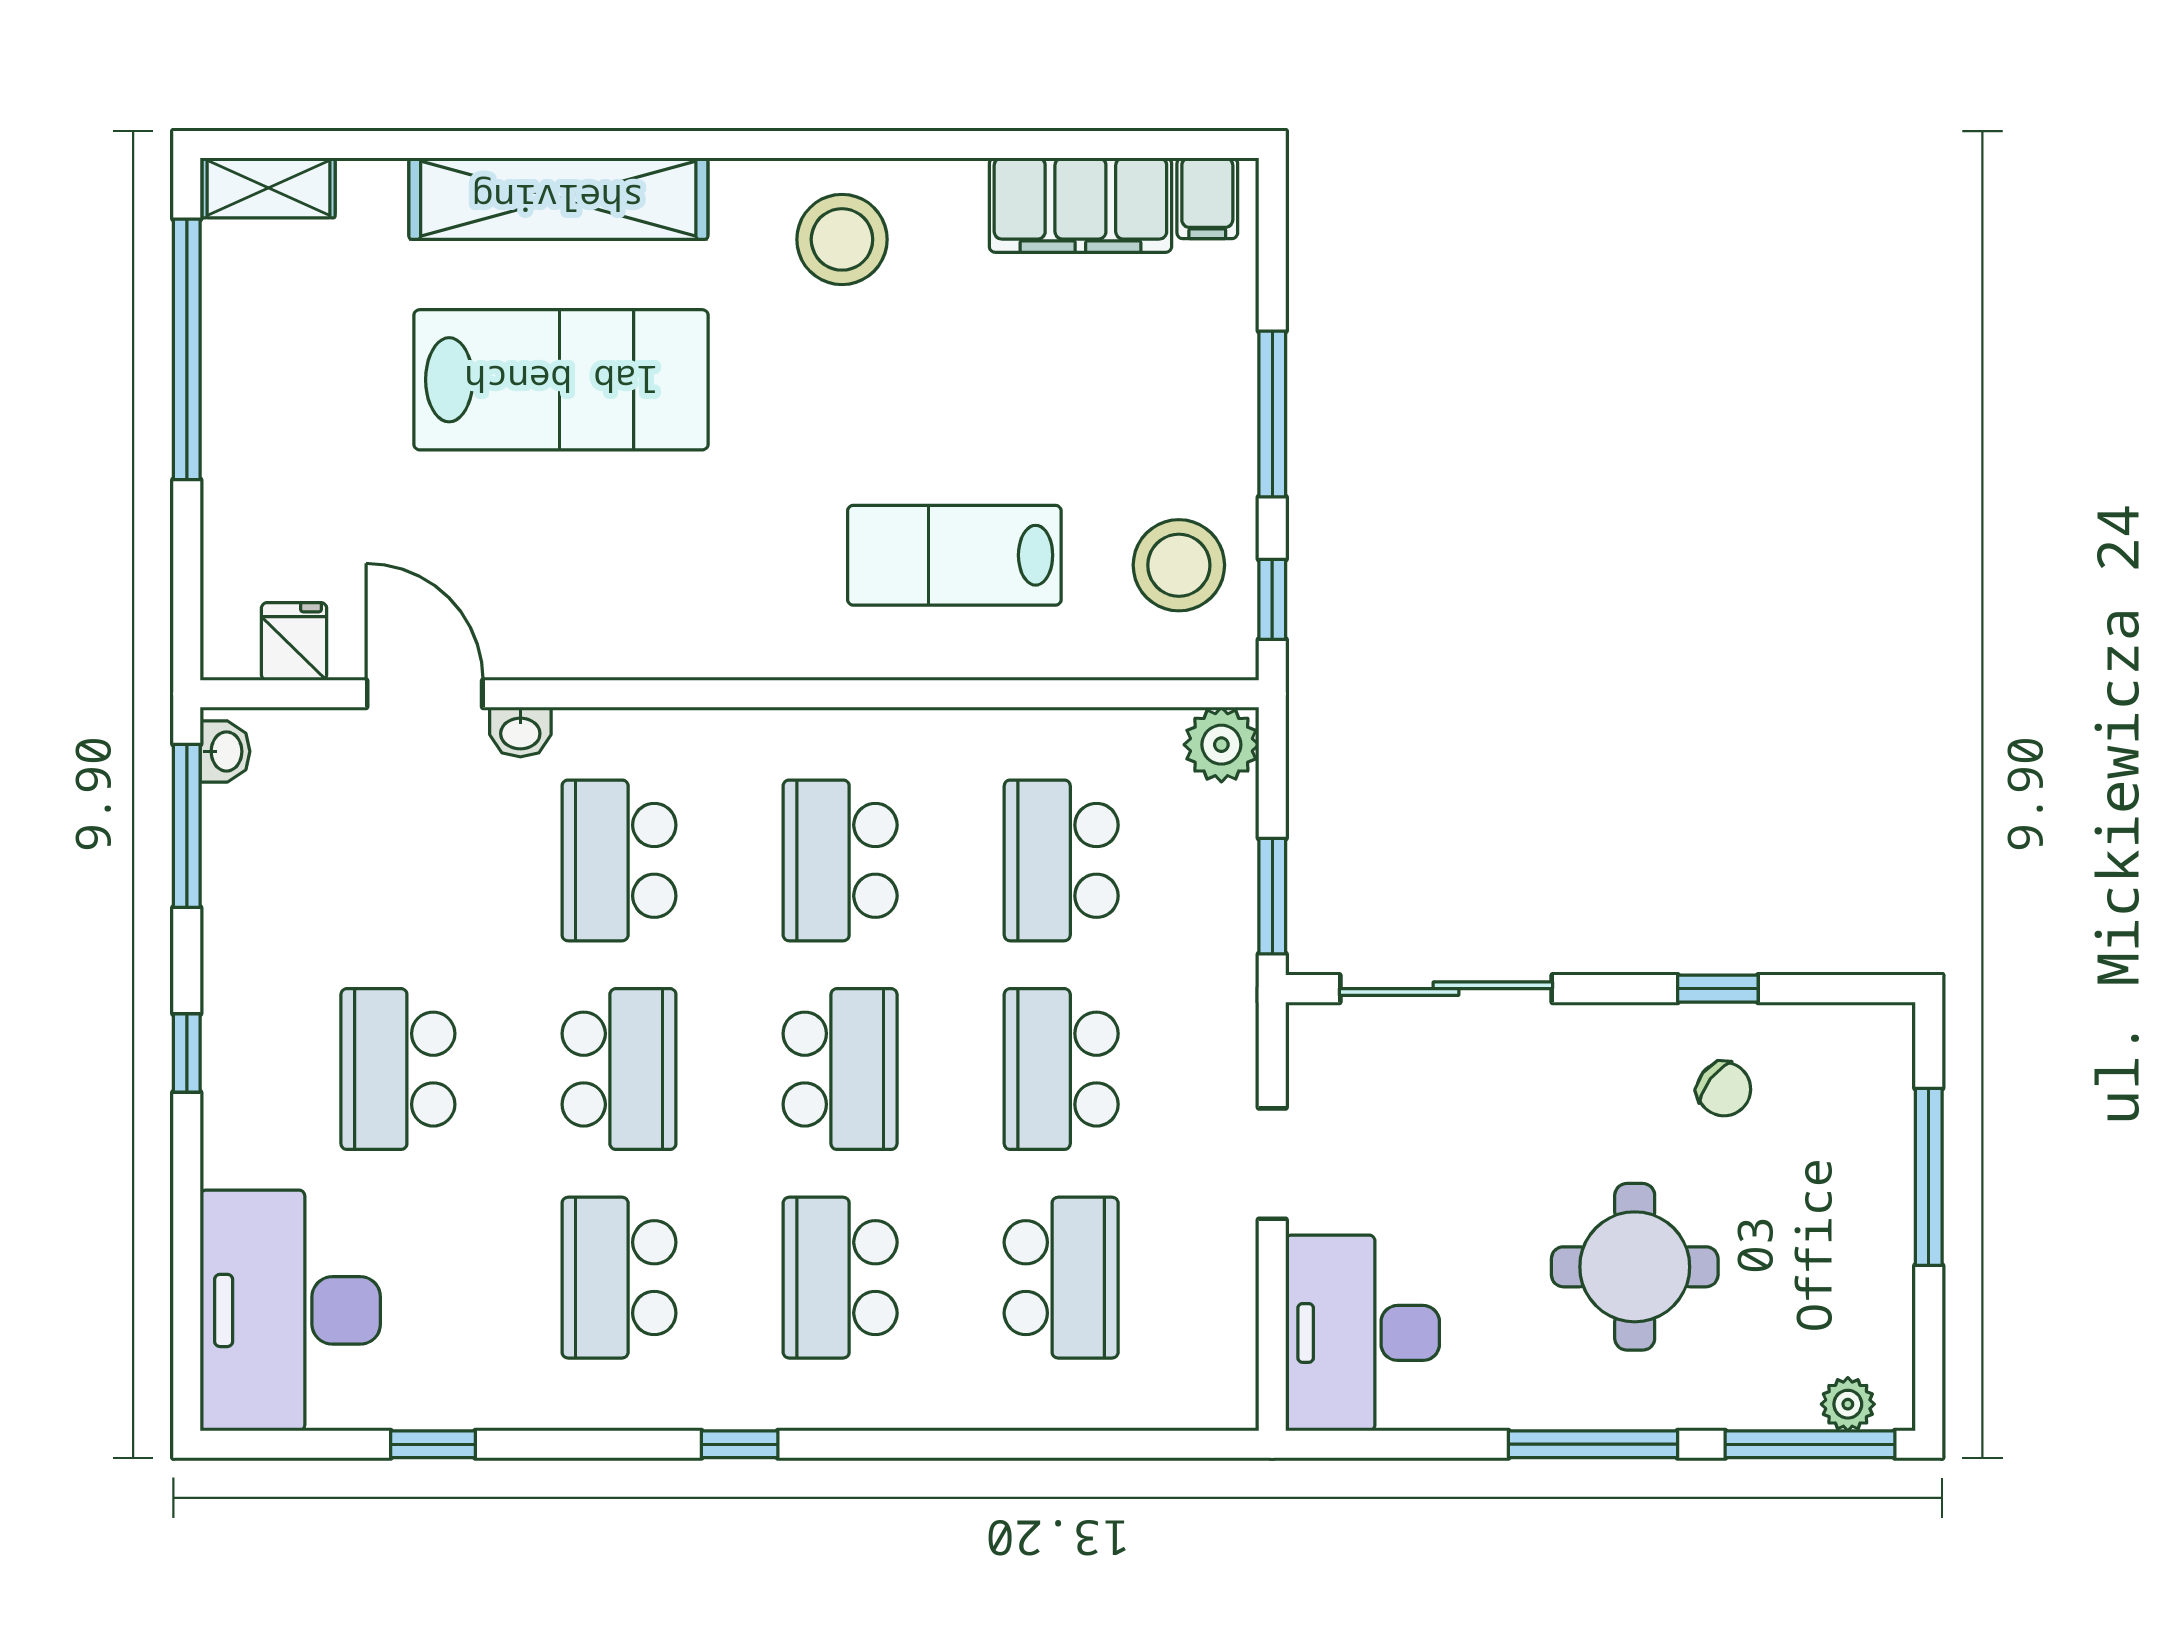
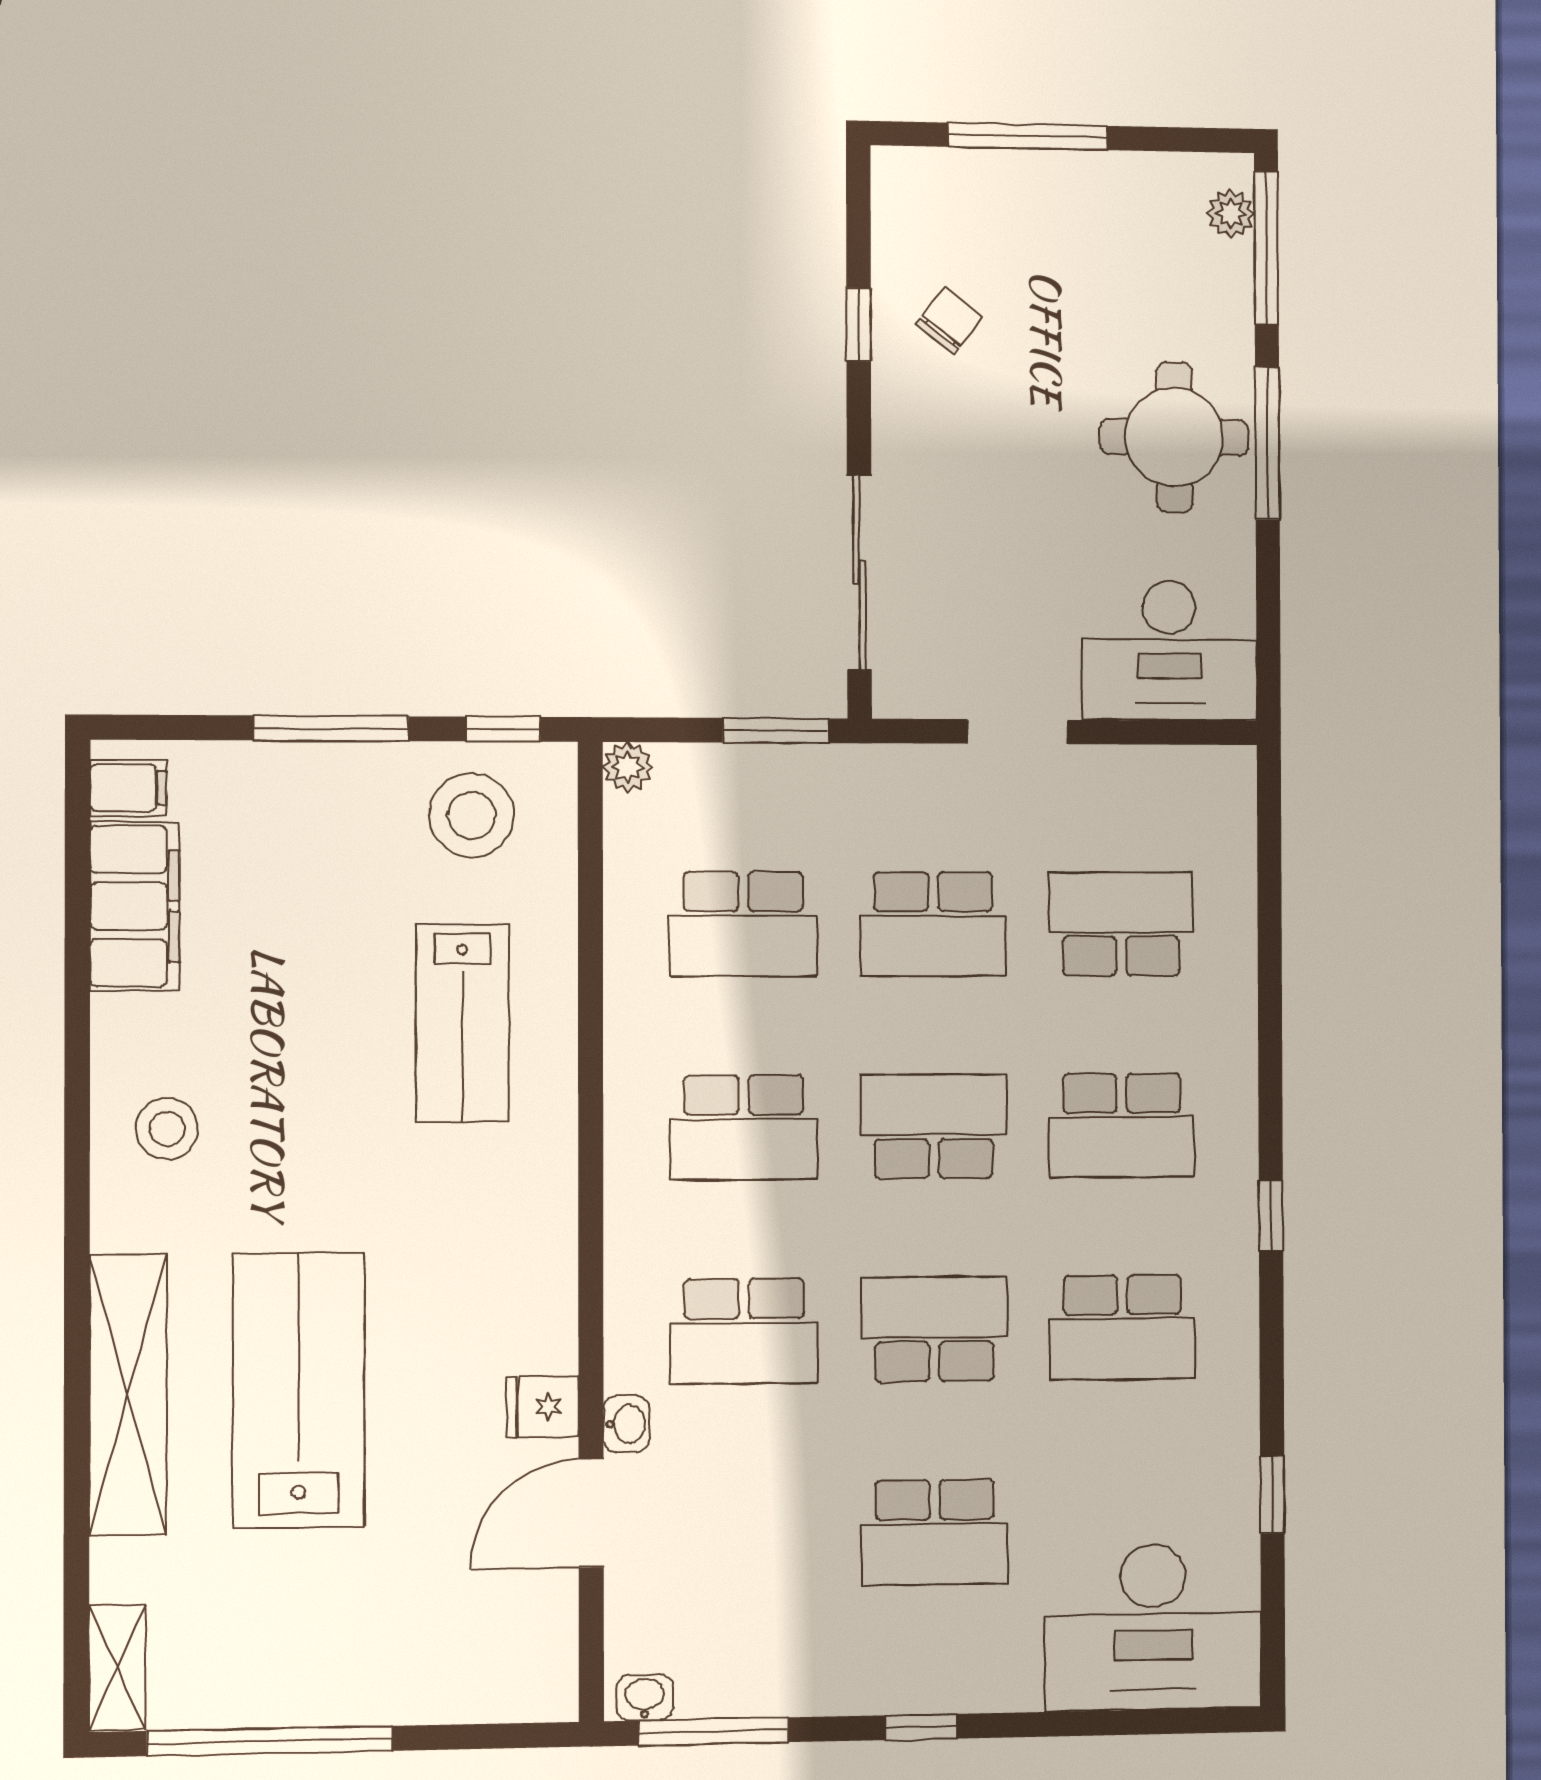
stool: (842, 239) -> (167, 1129), width x0.73, depth x0.73
fridge: (294, 641) -> (543, 1407), moved
plant: (1221, 745) -> (628, 767), width x0.73, depth x0.73
round table: (1635, 1267) -> (1174, 437), moved

